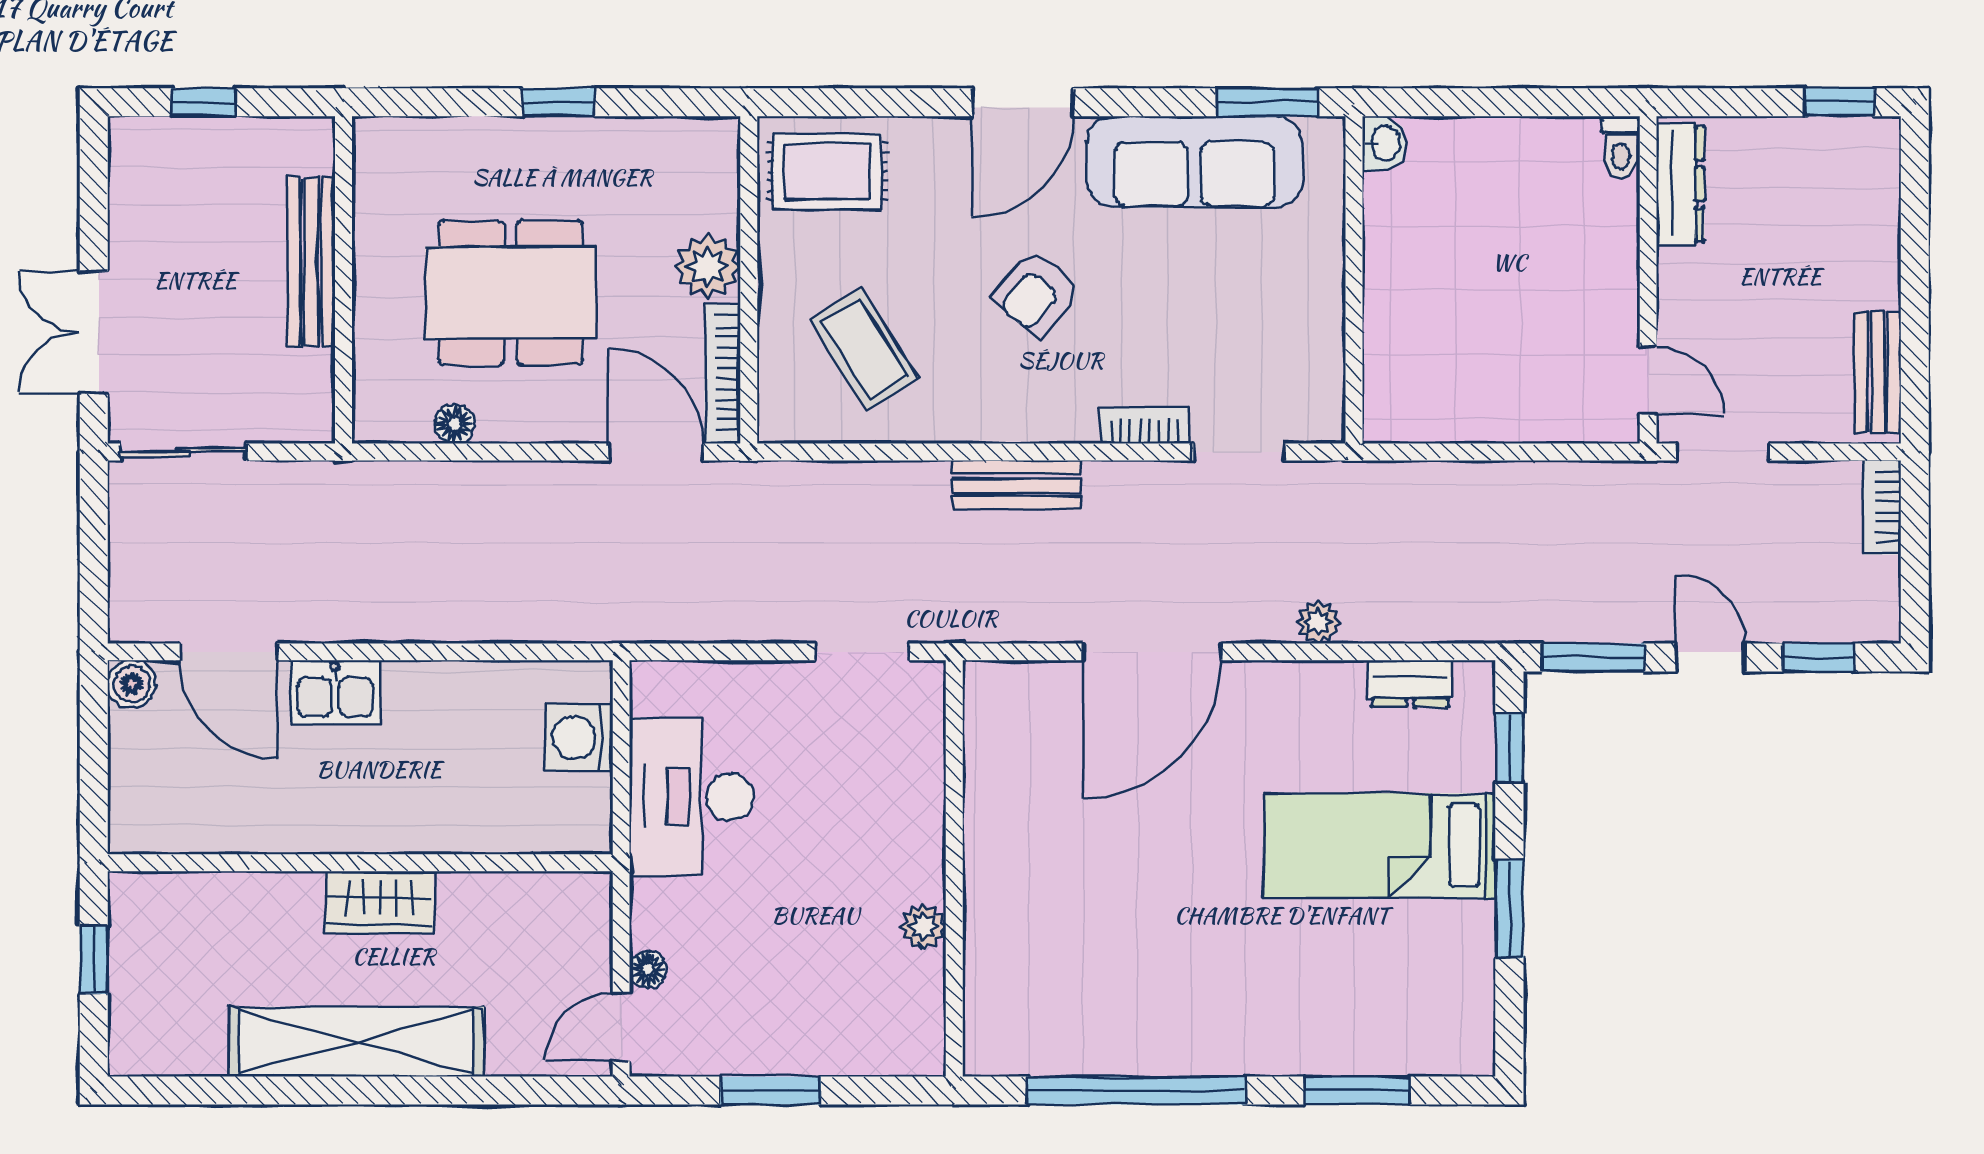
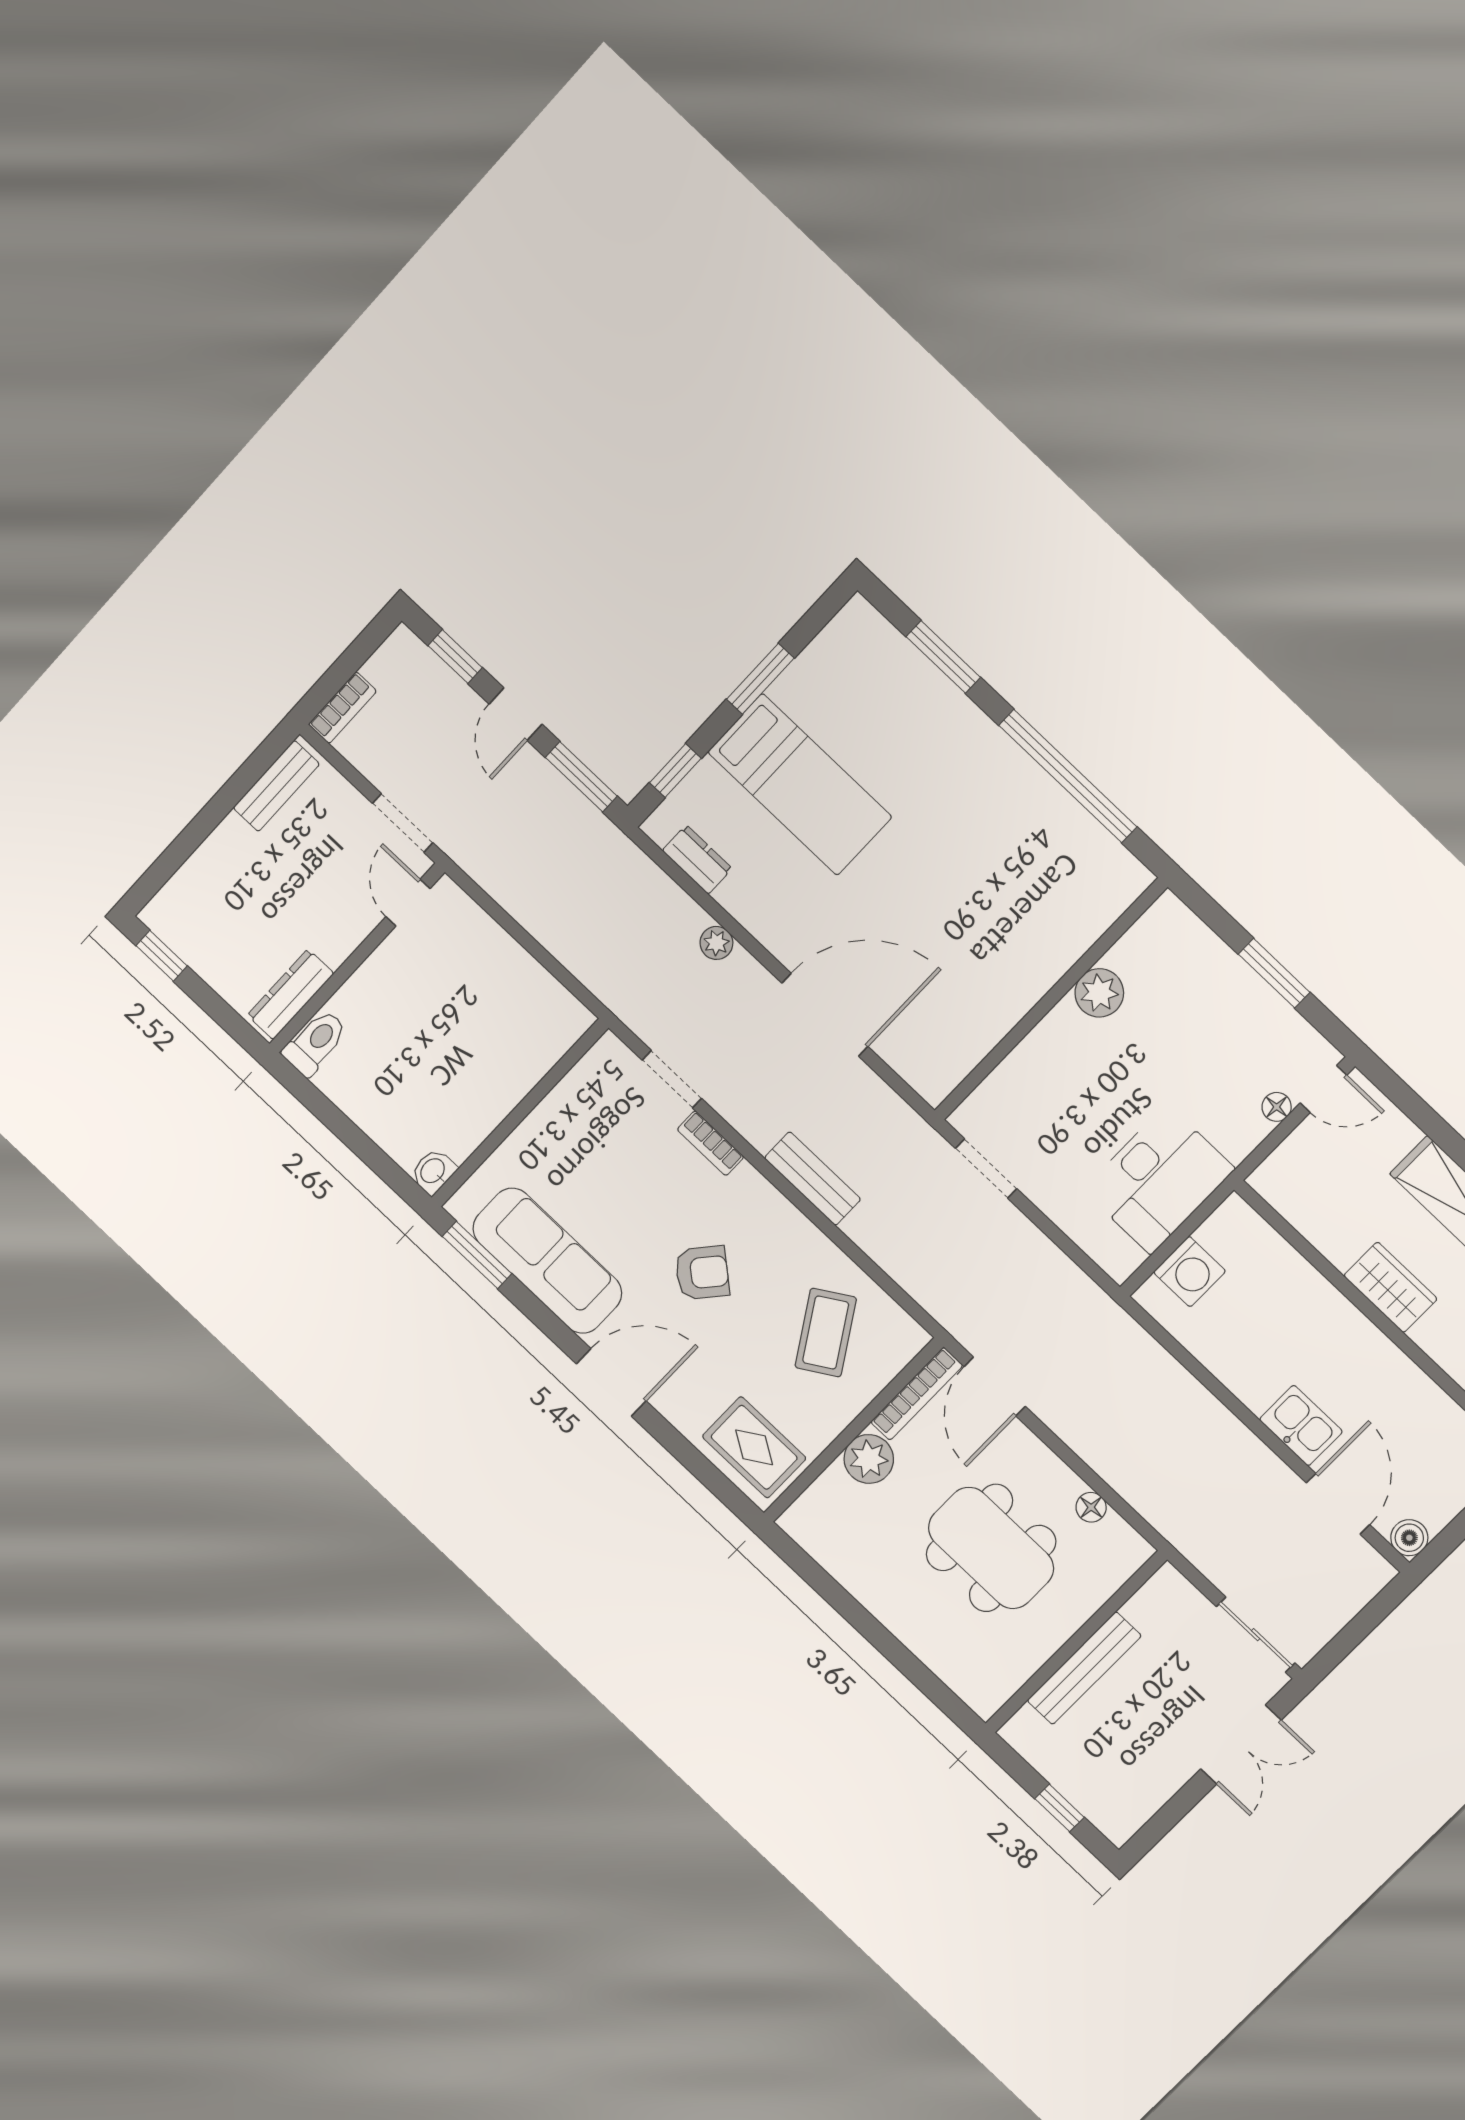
window: (558, 102) -> (866, 1624), removed
toilet: (1621, 148) -> (315, 1043), width x1.37, depth x1.39
plant: (923, 926) -> (1099, 993), width x1.38, depth x1.38

